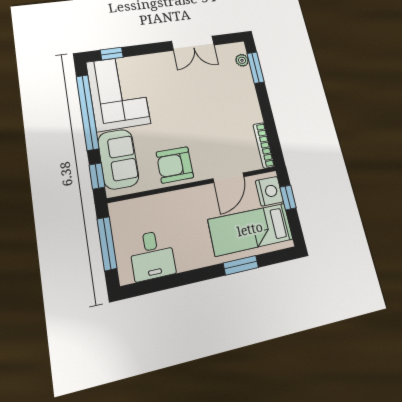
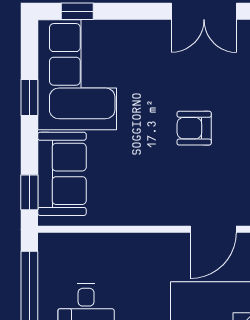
window: (87, 112) -> (29, 98), width x0.32
armchair: (175, 165) -> (194, 128), moved, width x0.72, depth x0.72

